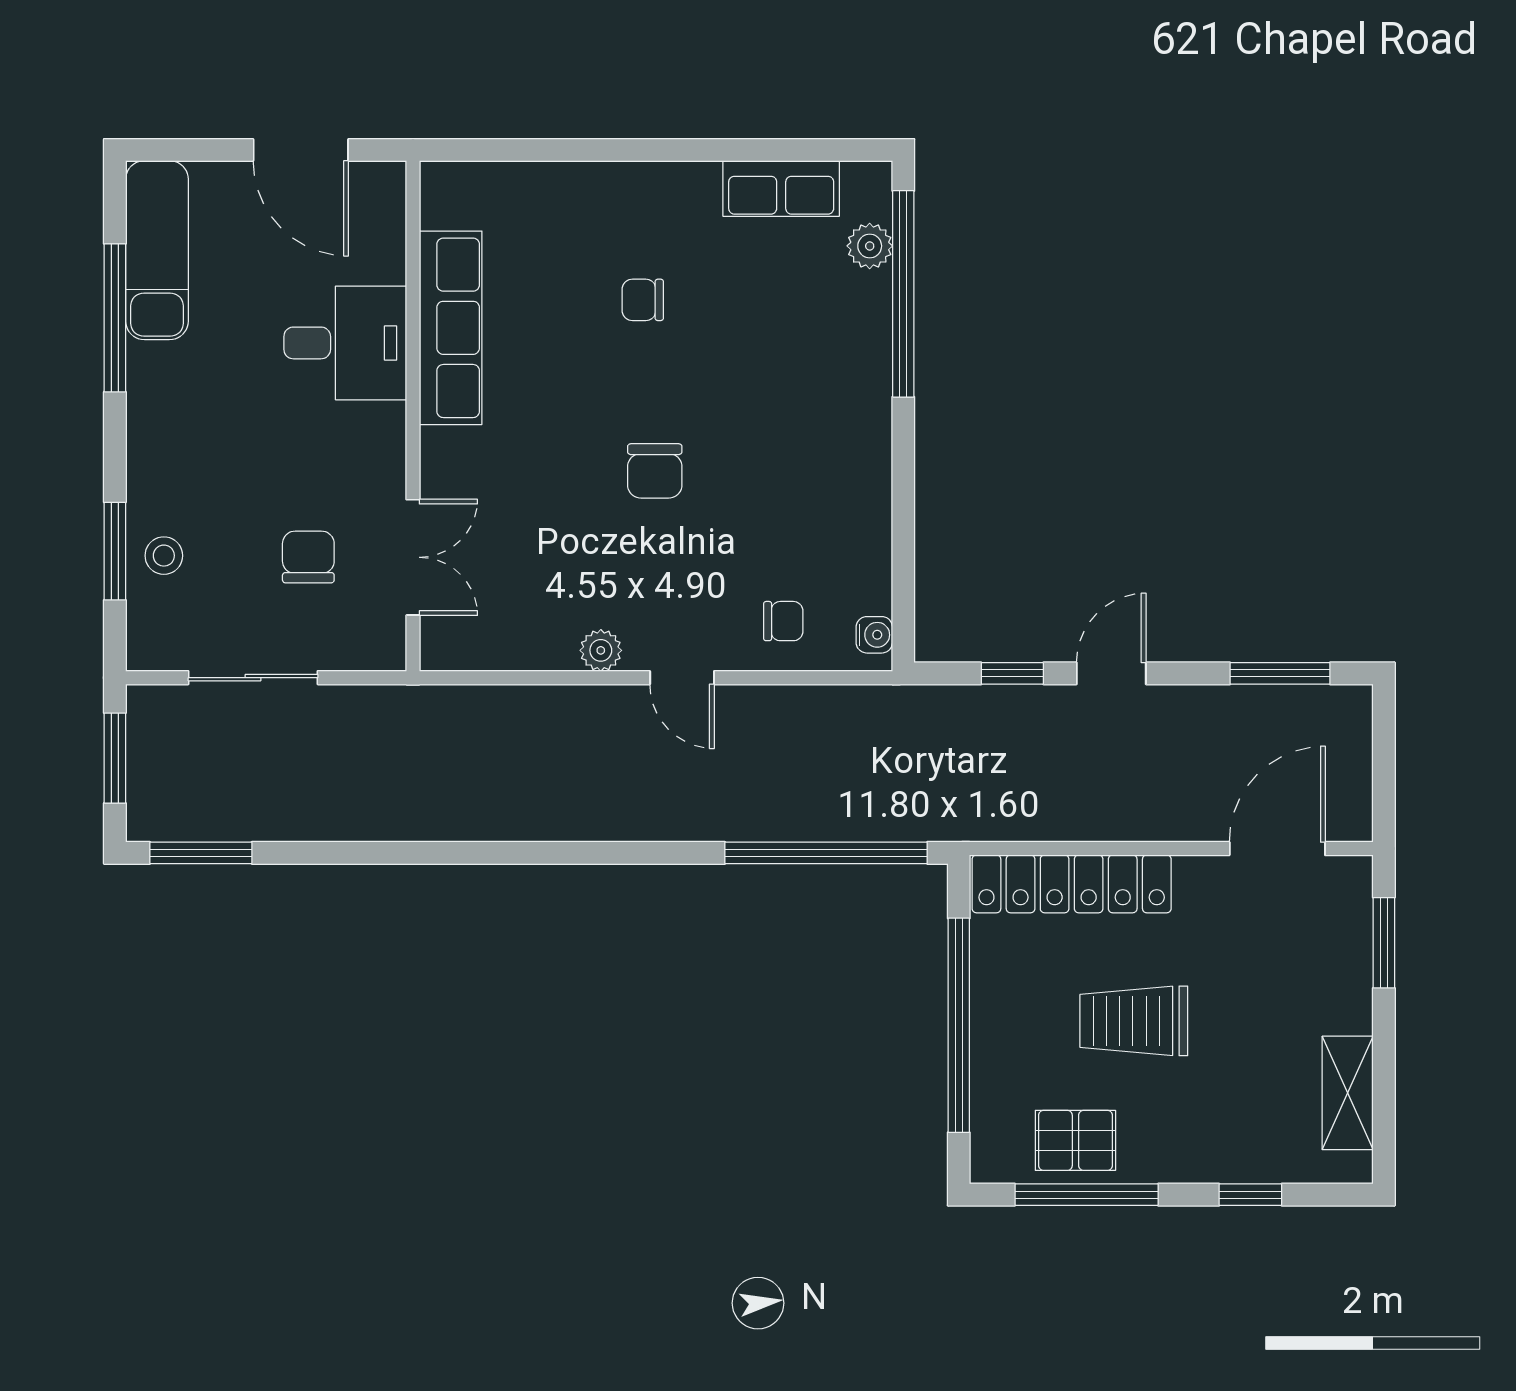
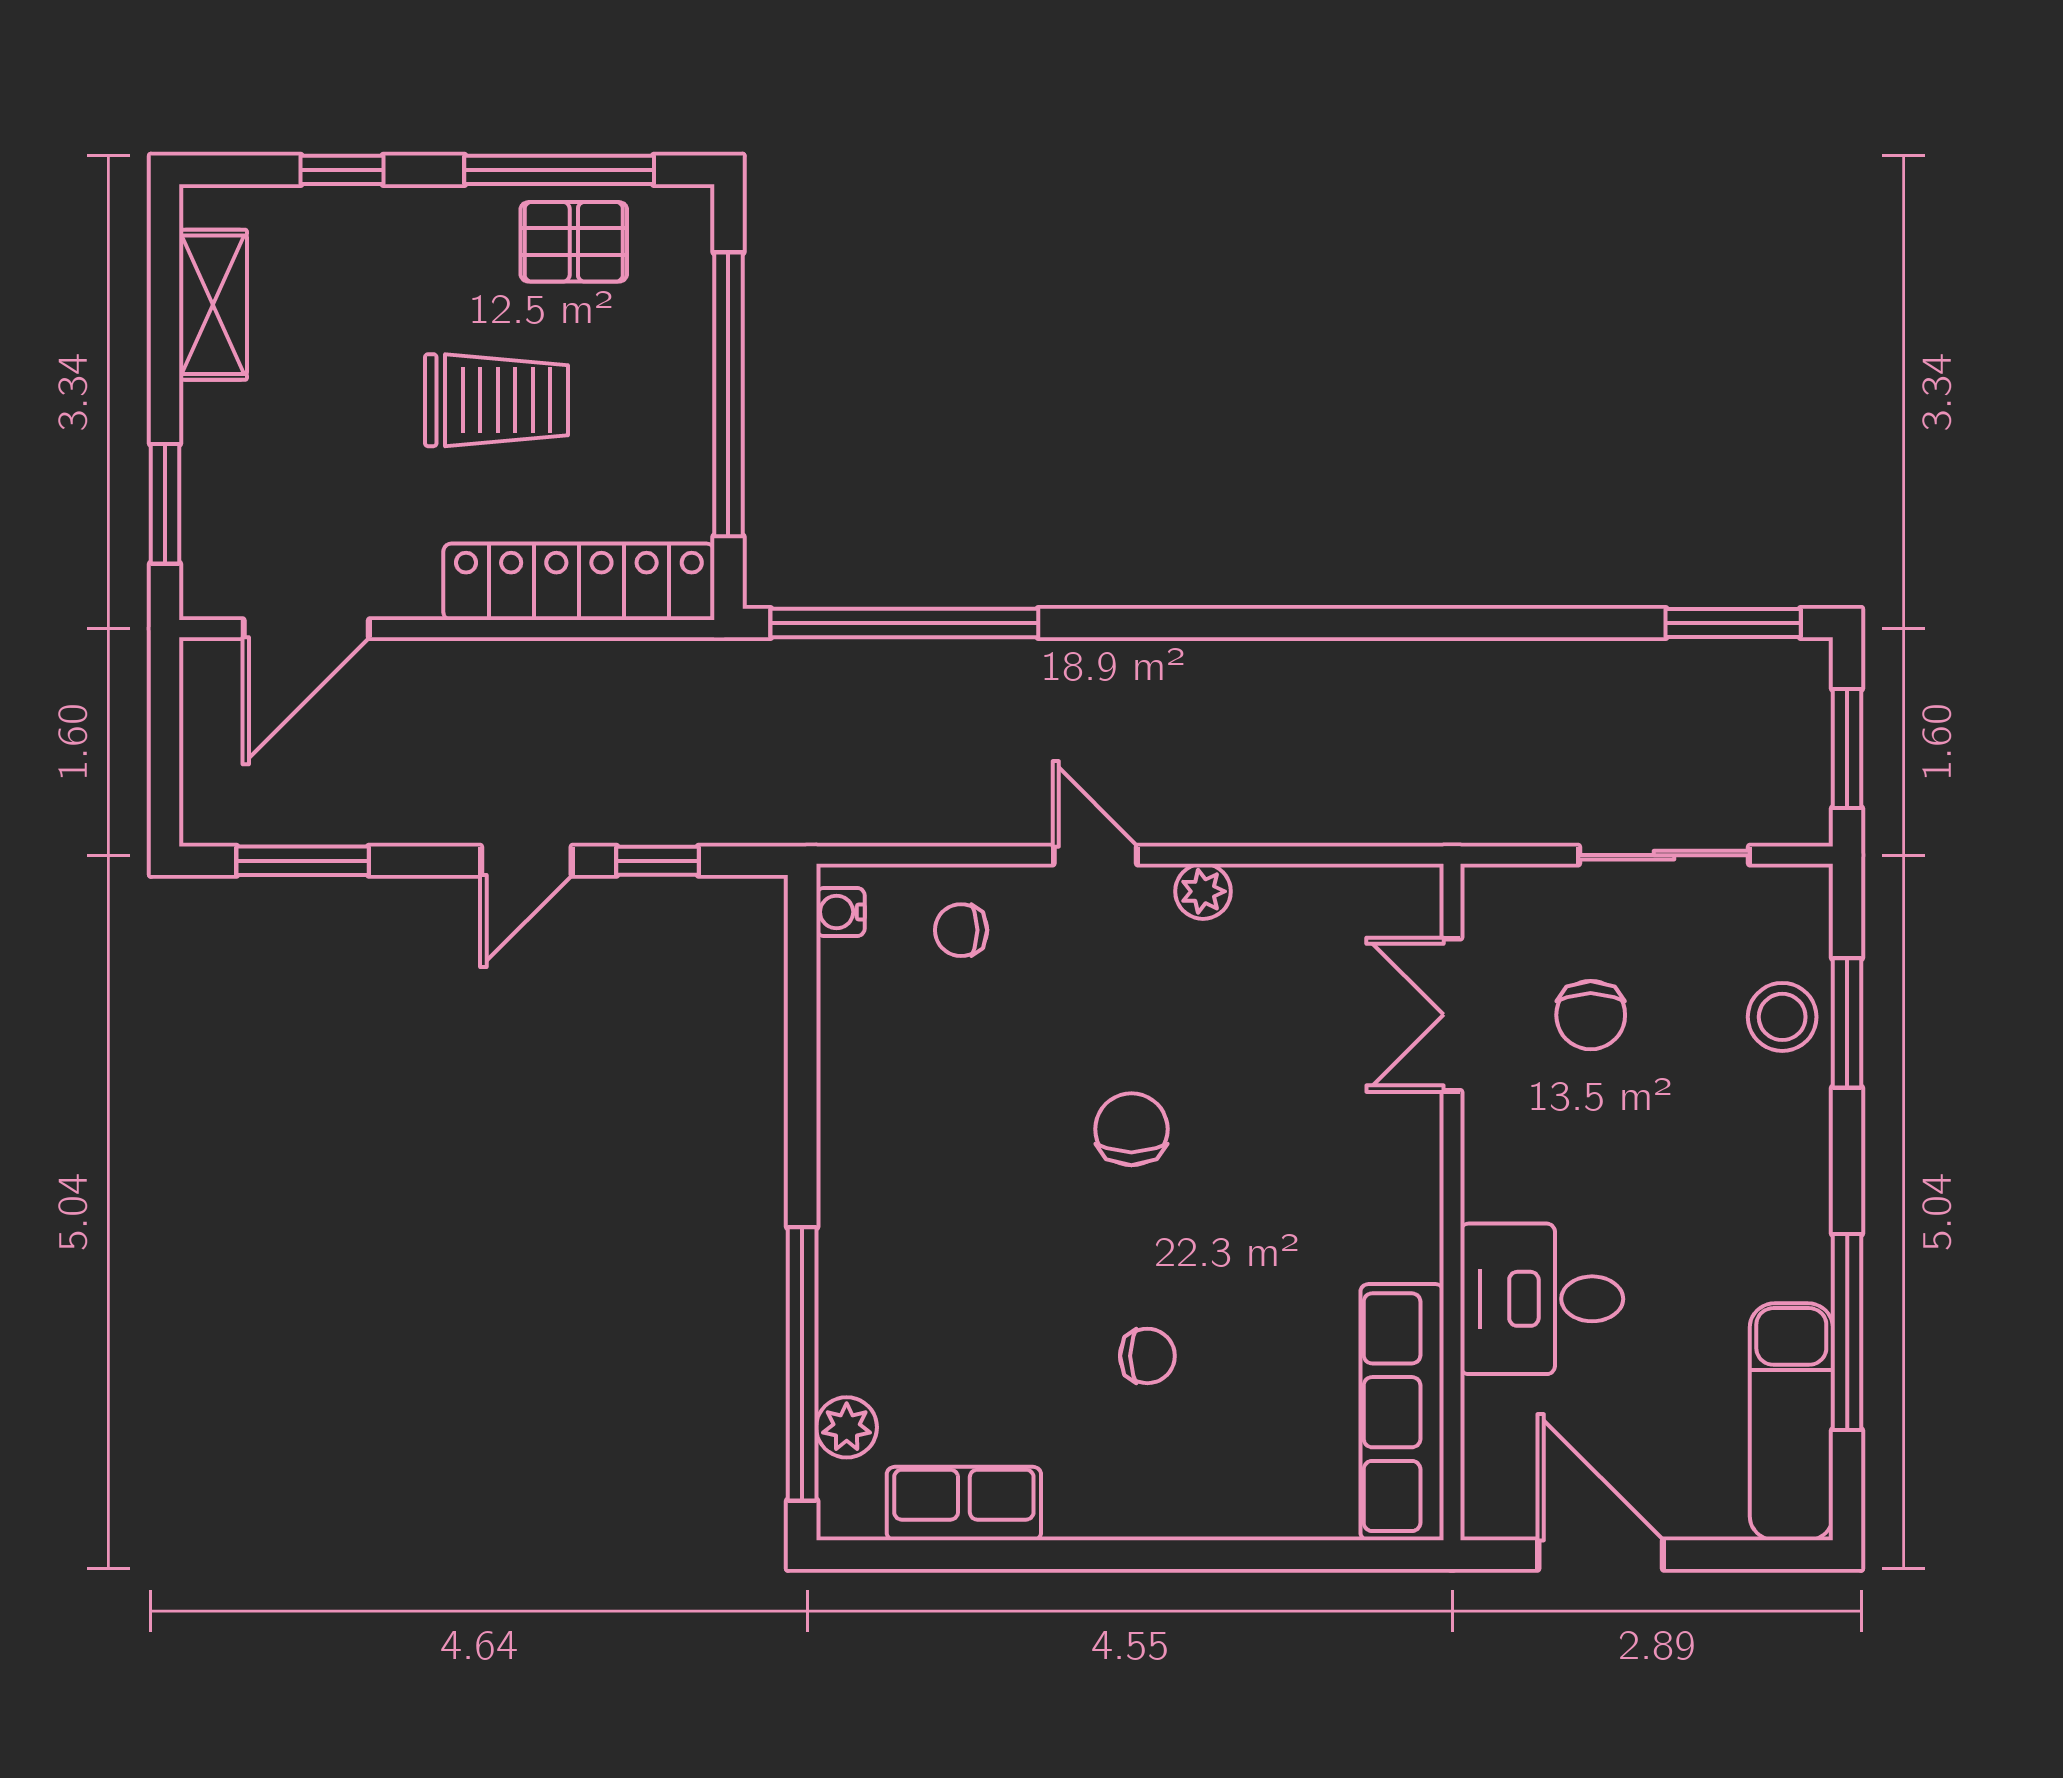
row of seats: (451, 328) -> (1402, 1412), moved
stool: (164, 556) -> (1782, 1017), width x1.37, depth x1.37

